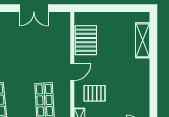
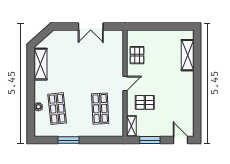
pallet: (86, 40) -> (137, 55), width x0.67, depth x0.71

